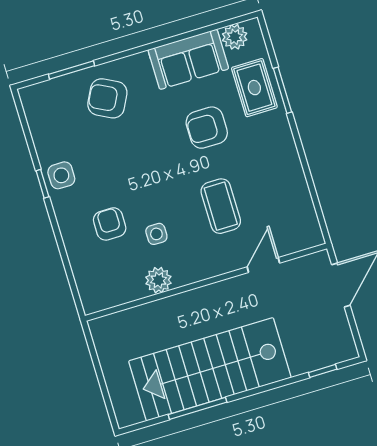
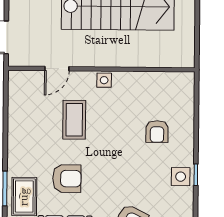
side table: (156, 234) -> (104, 80), moved
plant: (158, 280) -> (135, 81), removed

